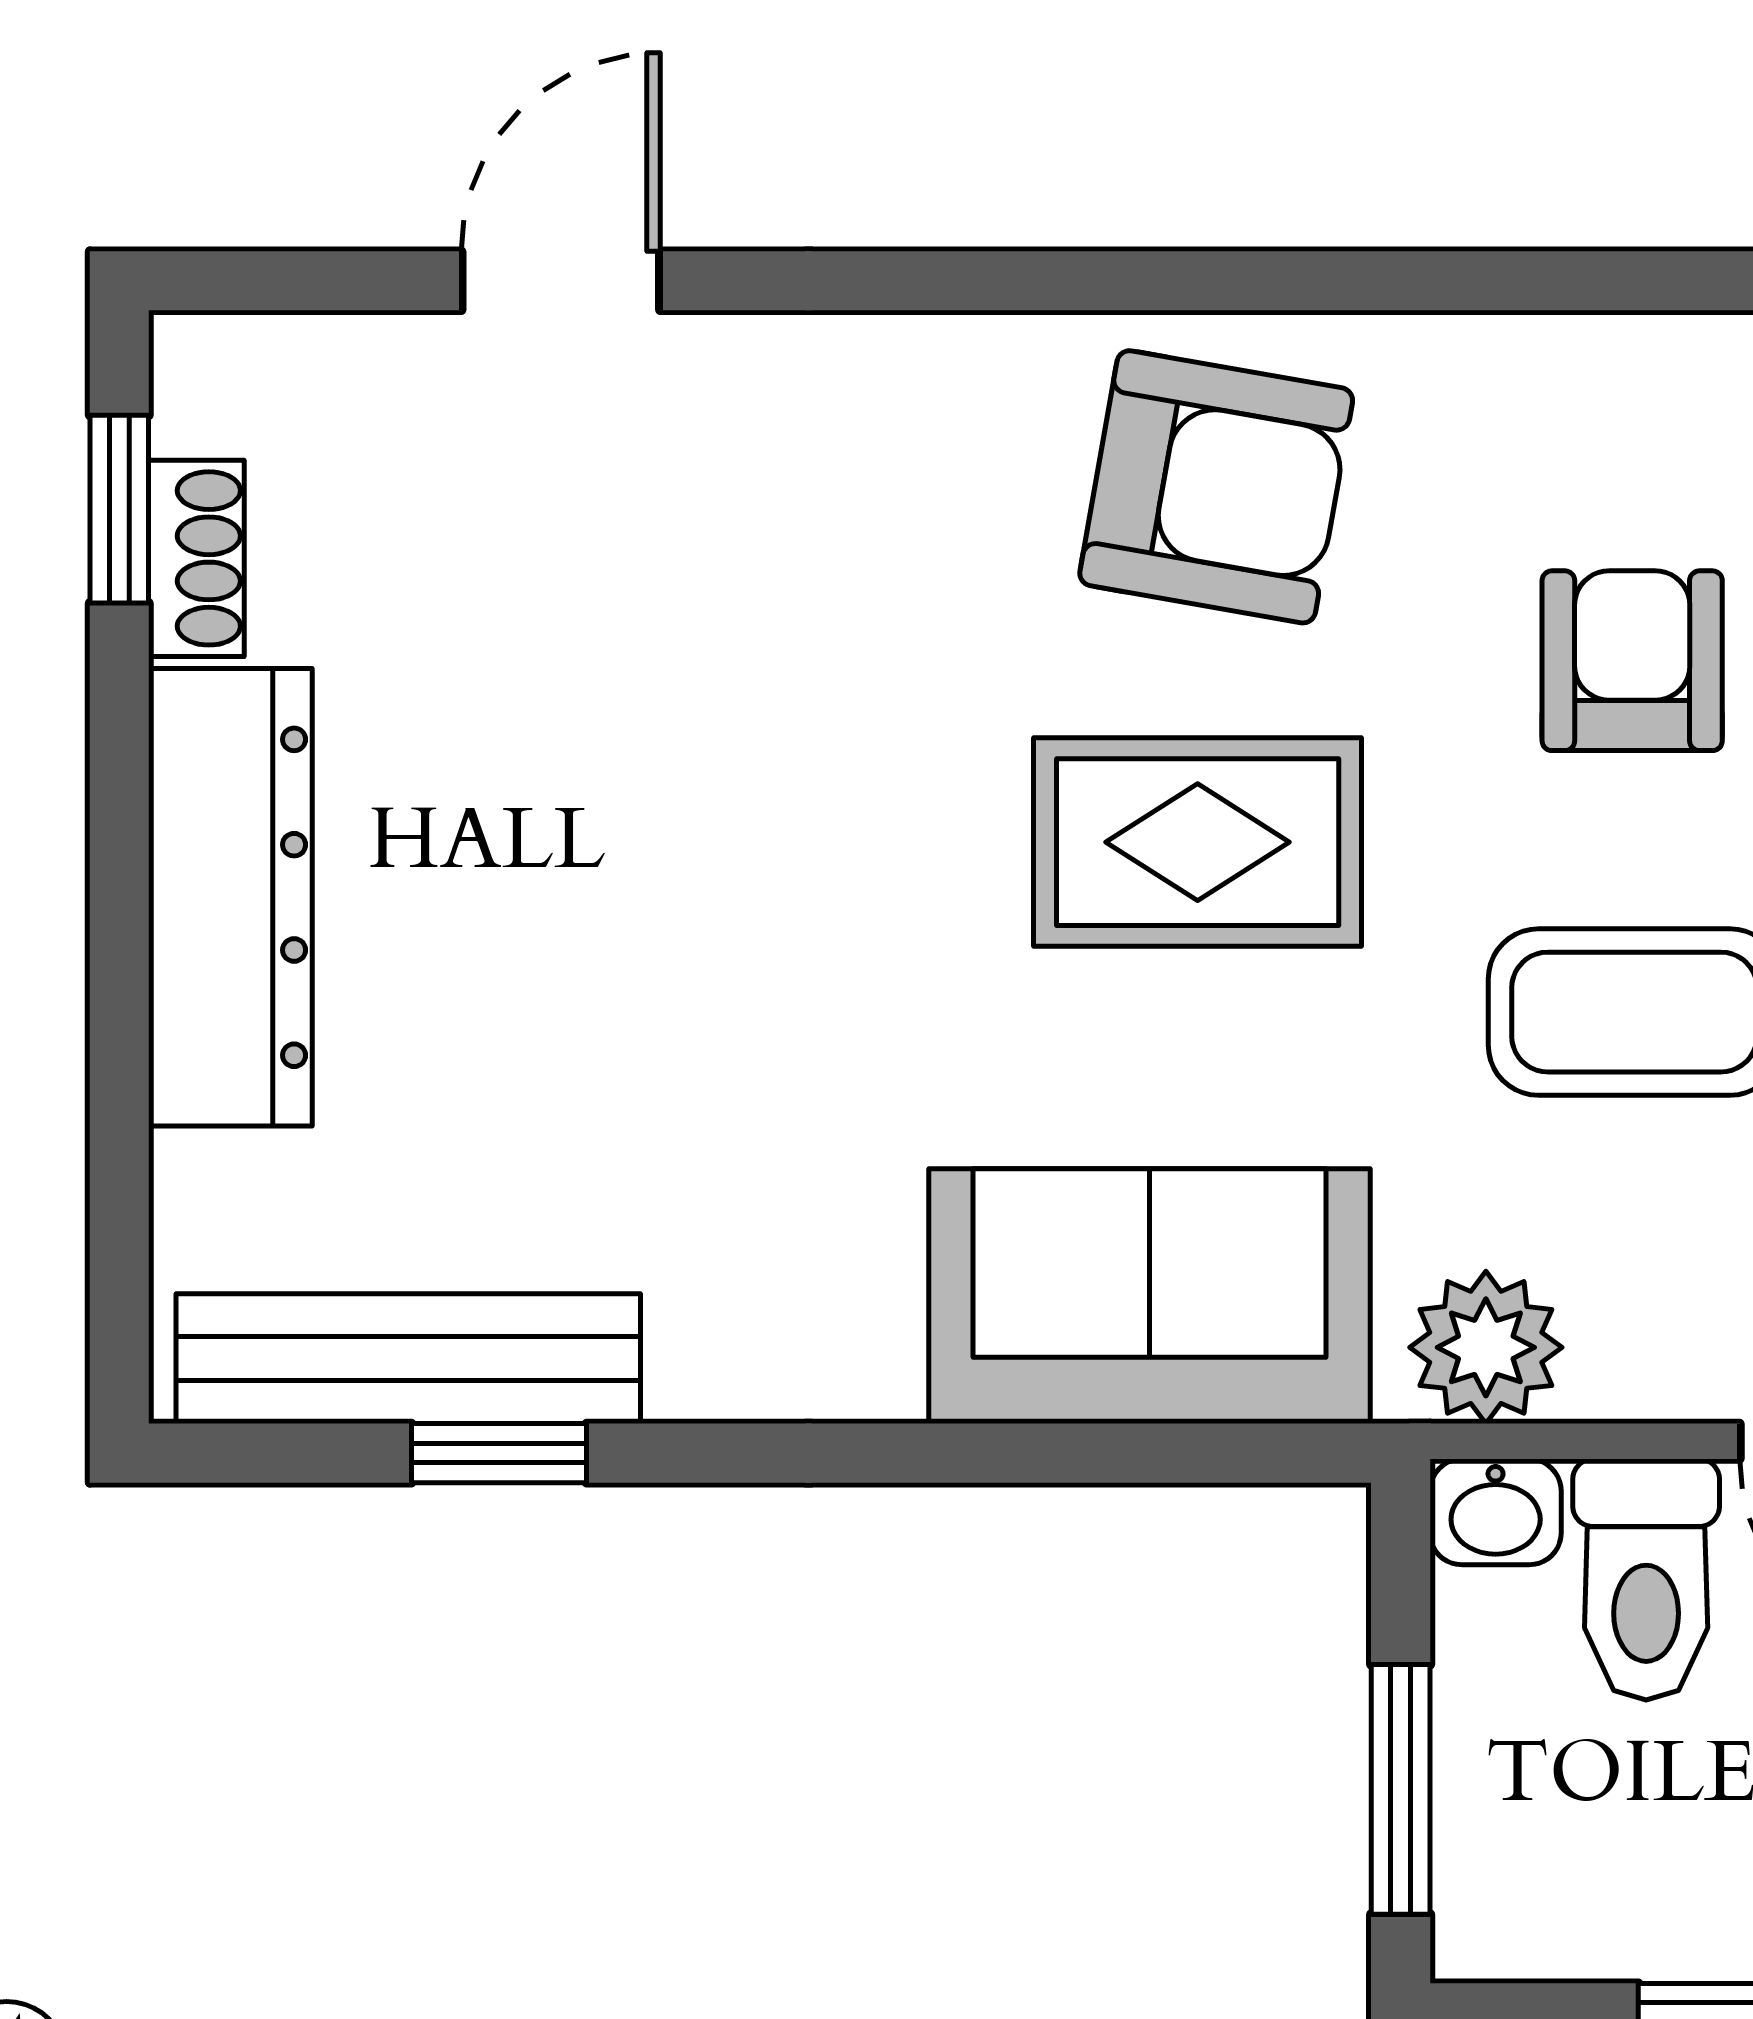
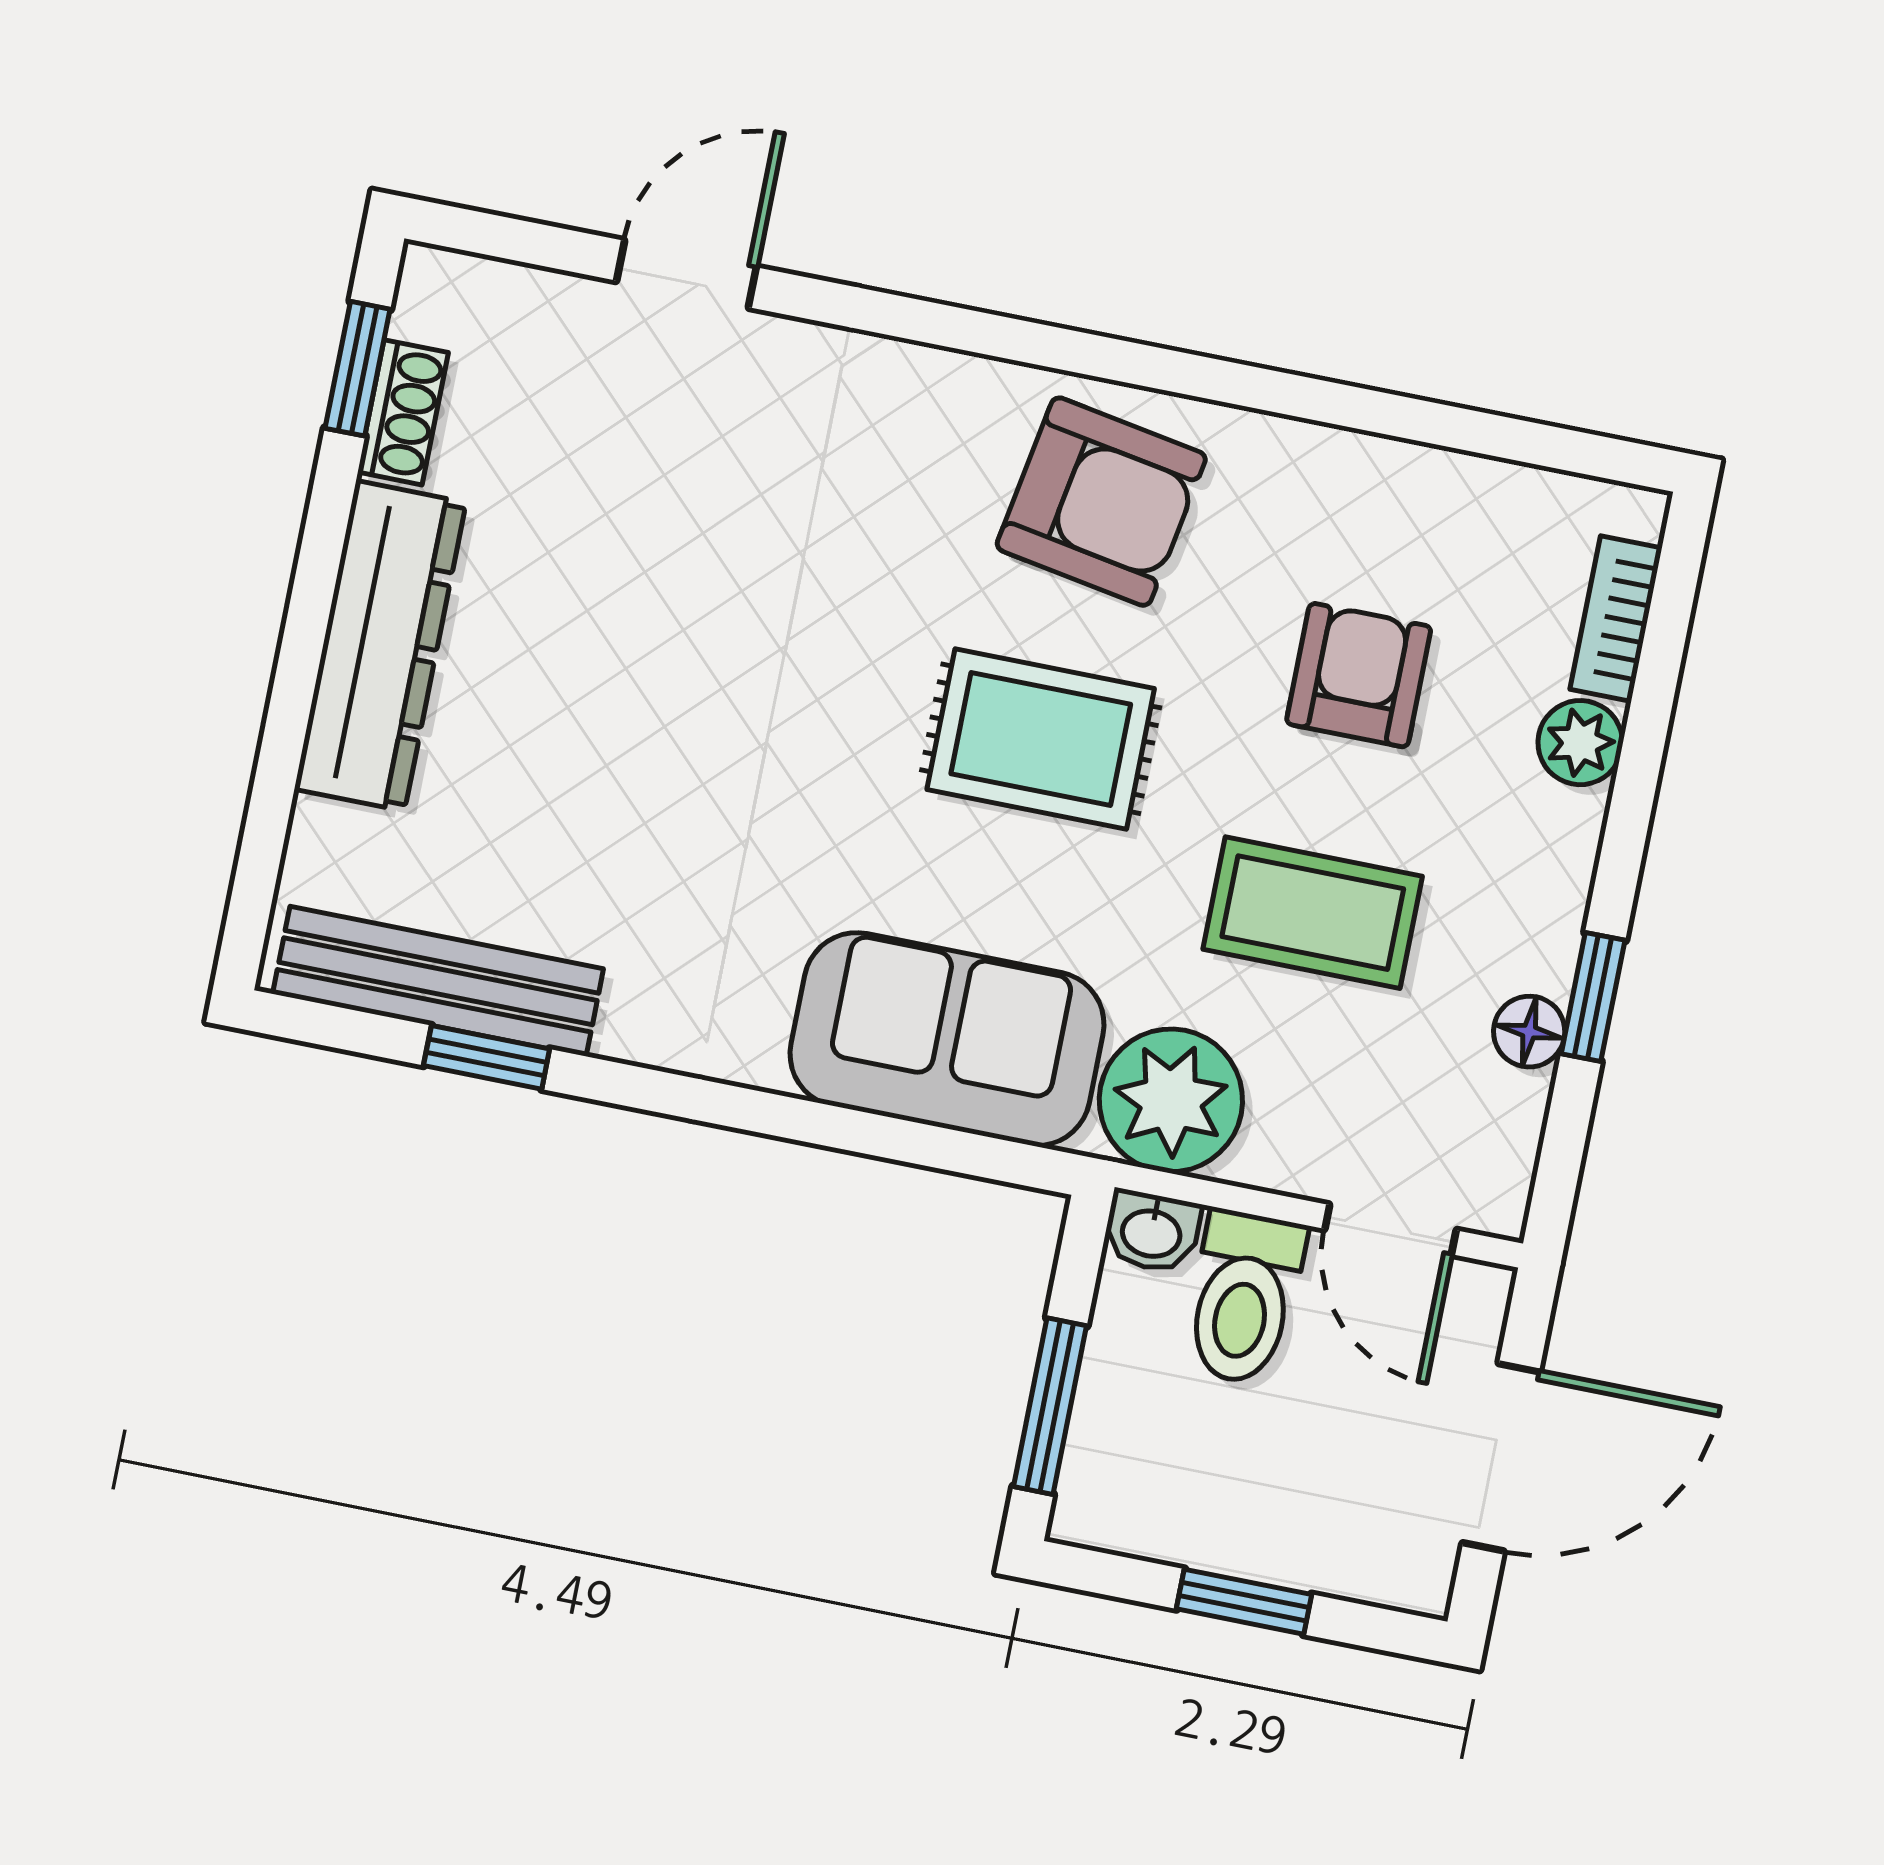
plant: (1486, 1347) -> (1171, 1100), width x1.36, depth x1.36

